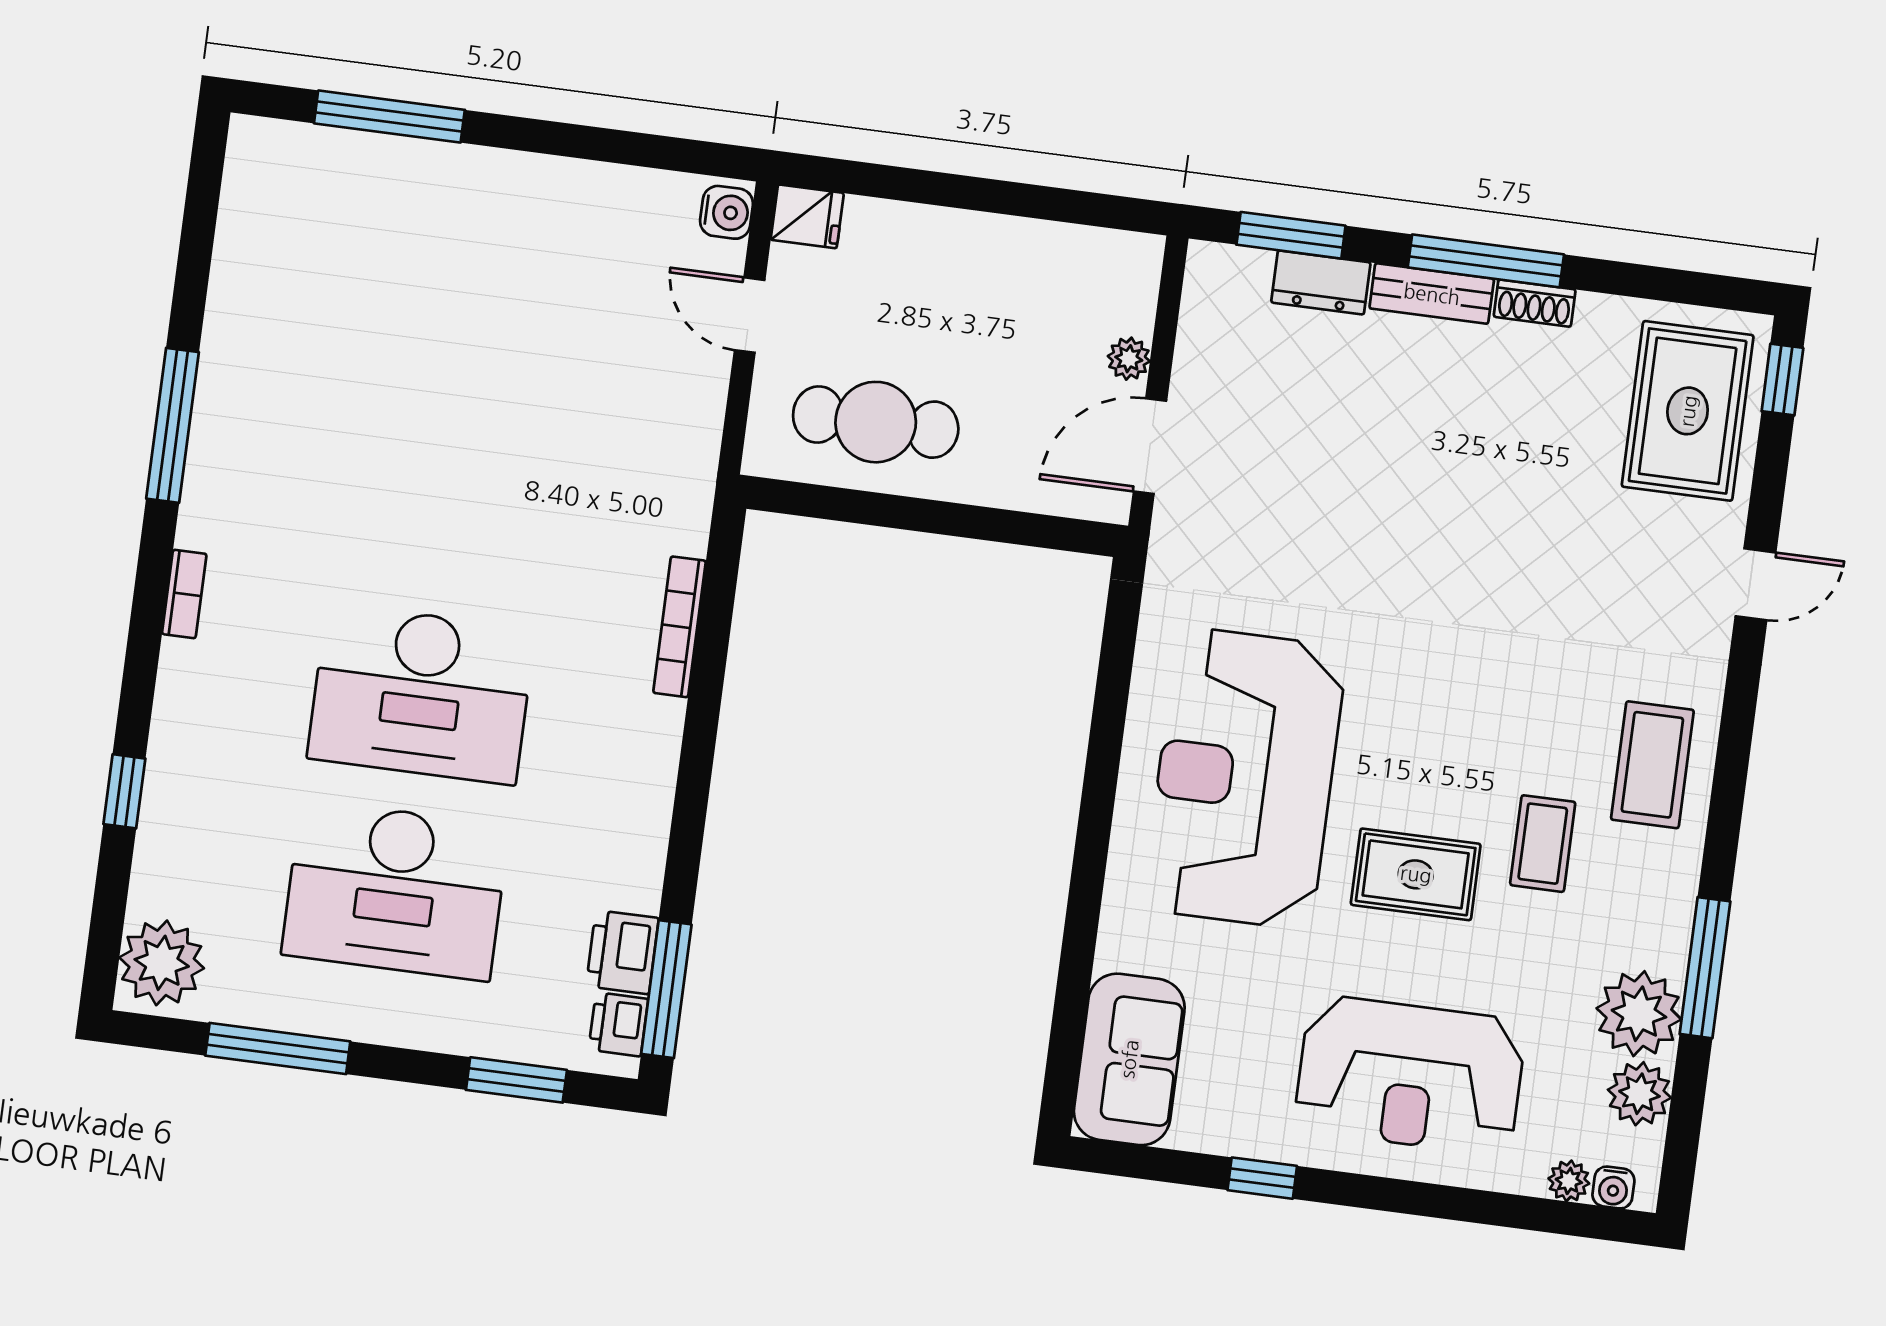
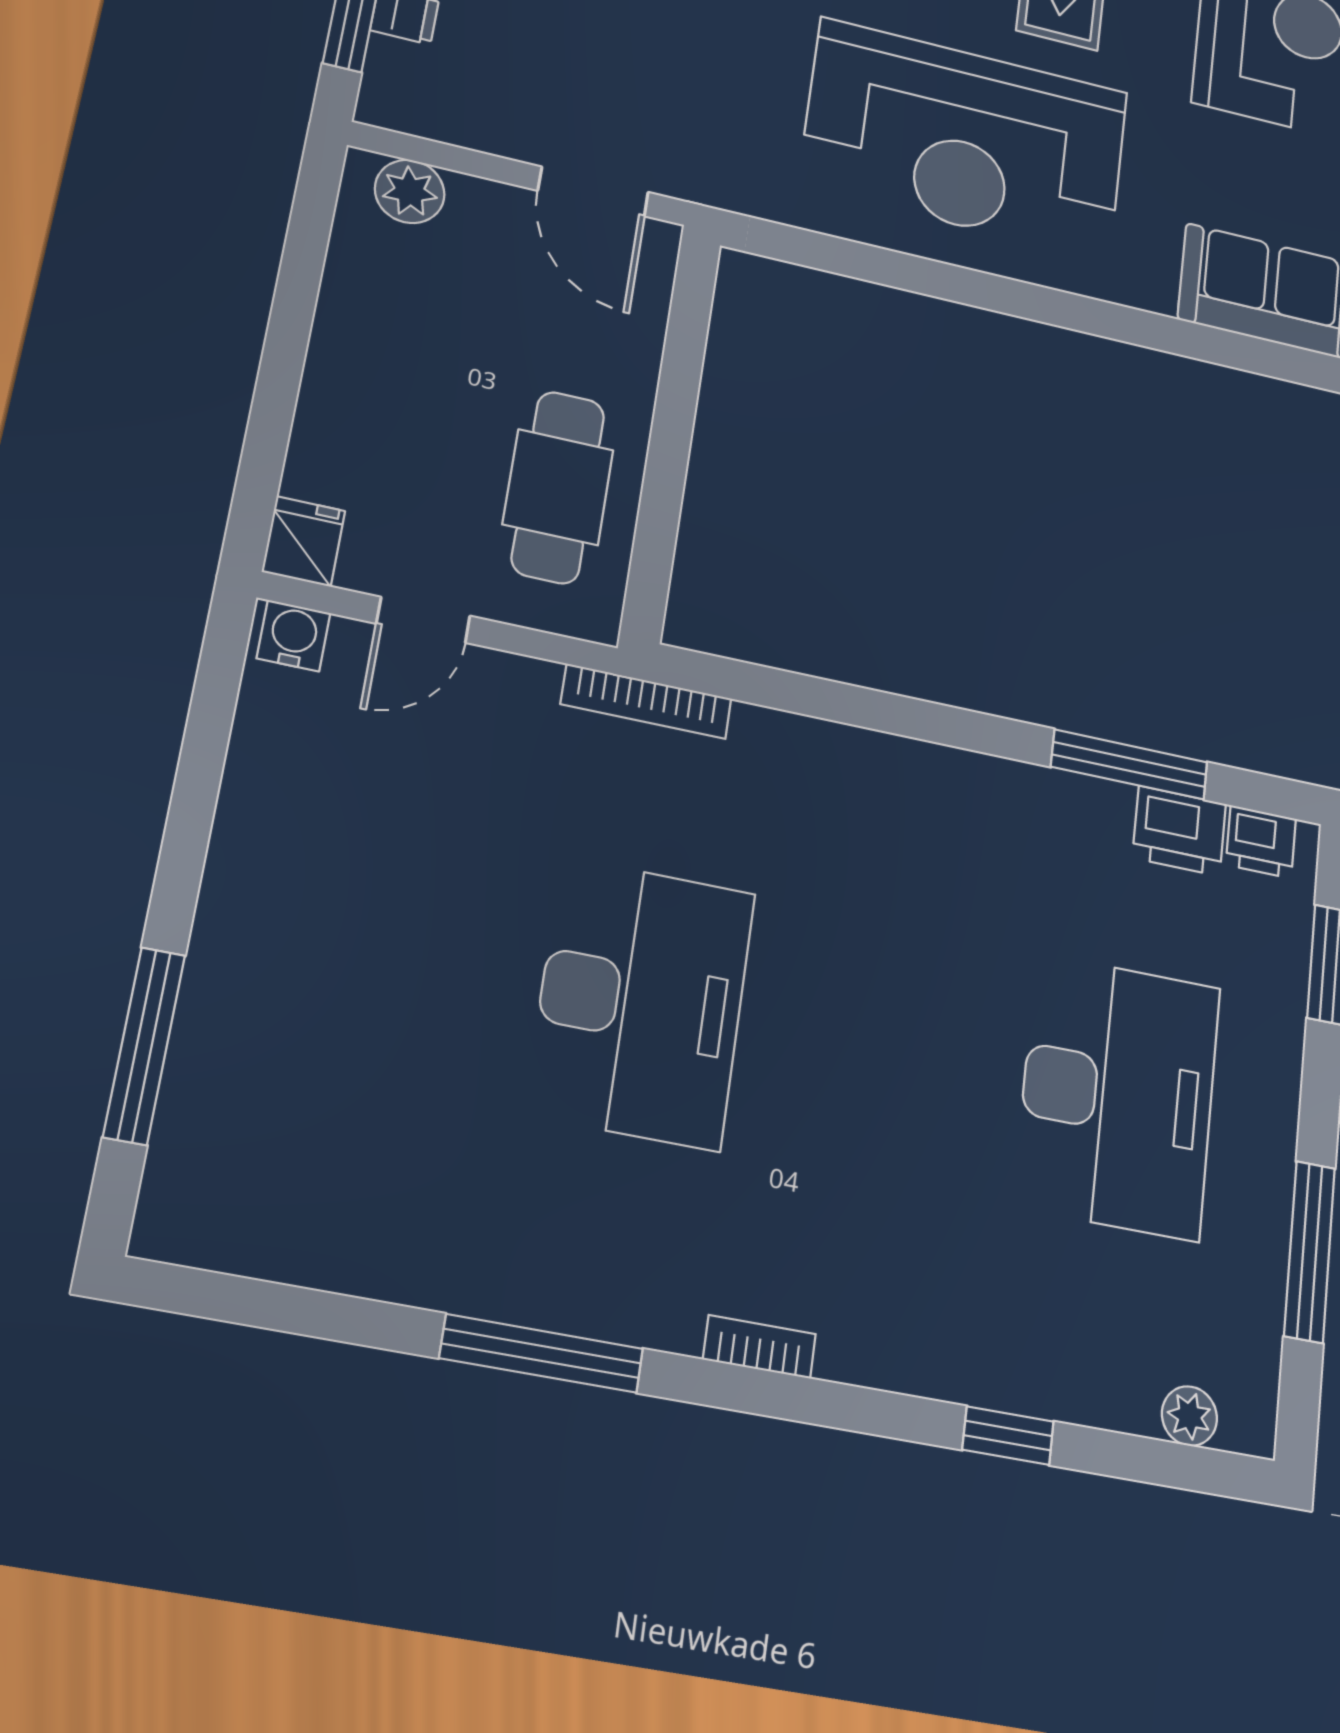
plant: (1129, 359) -> (410, 191), moved, width x1.38, depth x1.38
bookcase: (680, 627) -> (646, 701), moved
desk: (421, 694) -> (641, 1003), moved
plant: (162, 963) -> (1189, 1416), width x0.53, depth x0.53
window: (666, 989) -> (1129, 764), moved

